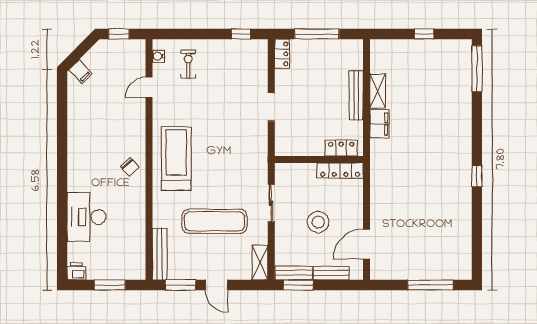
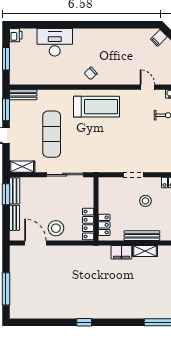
stool: (308, 90) -> (145, 201), added
sliding door: (271, 203) -> (65, 175), width x1.37
stool: (318, 222) -> (56, 228), moved
bench: (160, 254) -> (23, 95), width x0.73

